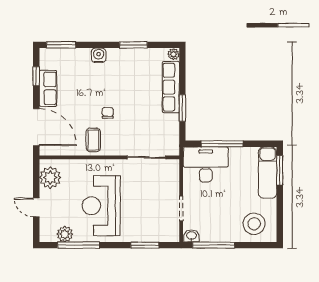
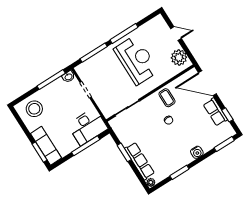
plant: (65, 234) -> (148, 28), removed
window: (79, 245) -> (124, 34), moved
window: (145, 245) -> (94, 53), width x1.44

